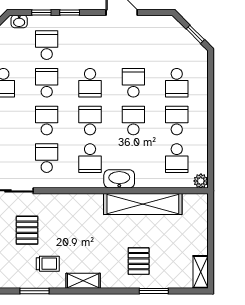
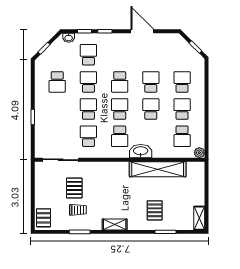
school desk: (177, 83) -> (182, 82), turned 180
trolley: (48, 264) -> (78, 210), moved

